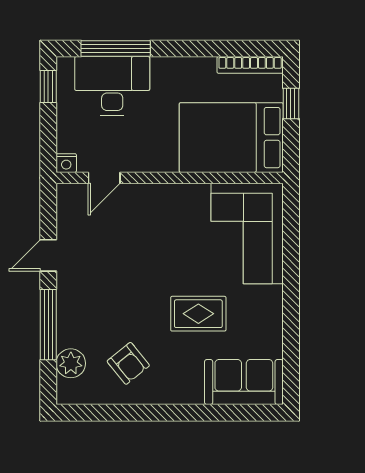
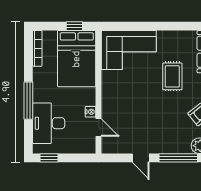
window: (116, 49) -> (28, 101), moved
window: (291, 103) -> (74, 26), moved
nightstand: (66, 163) -> (91, 112), moved

